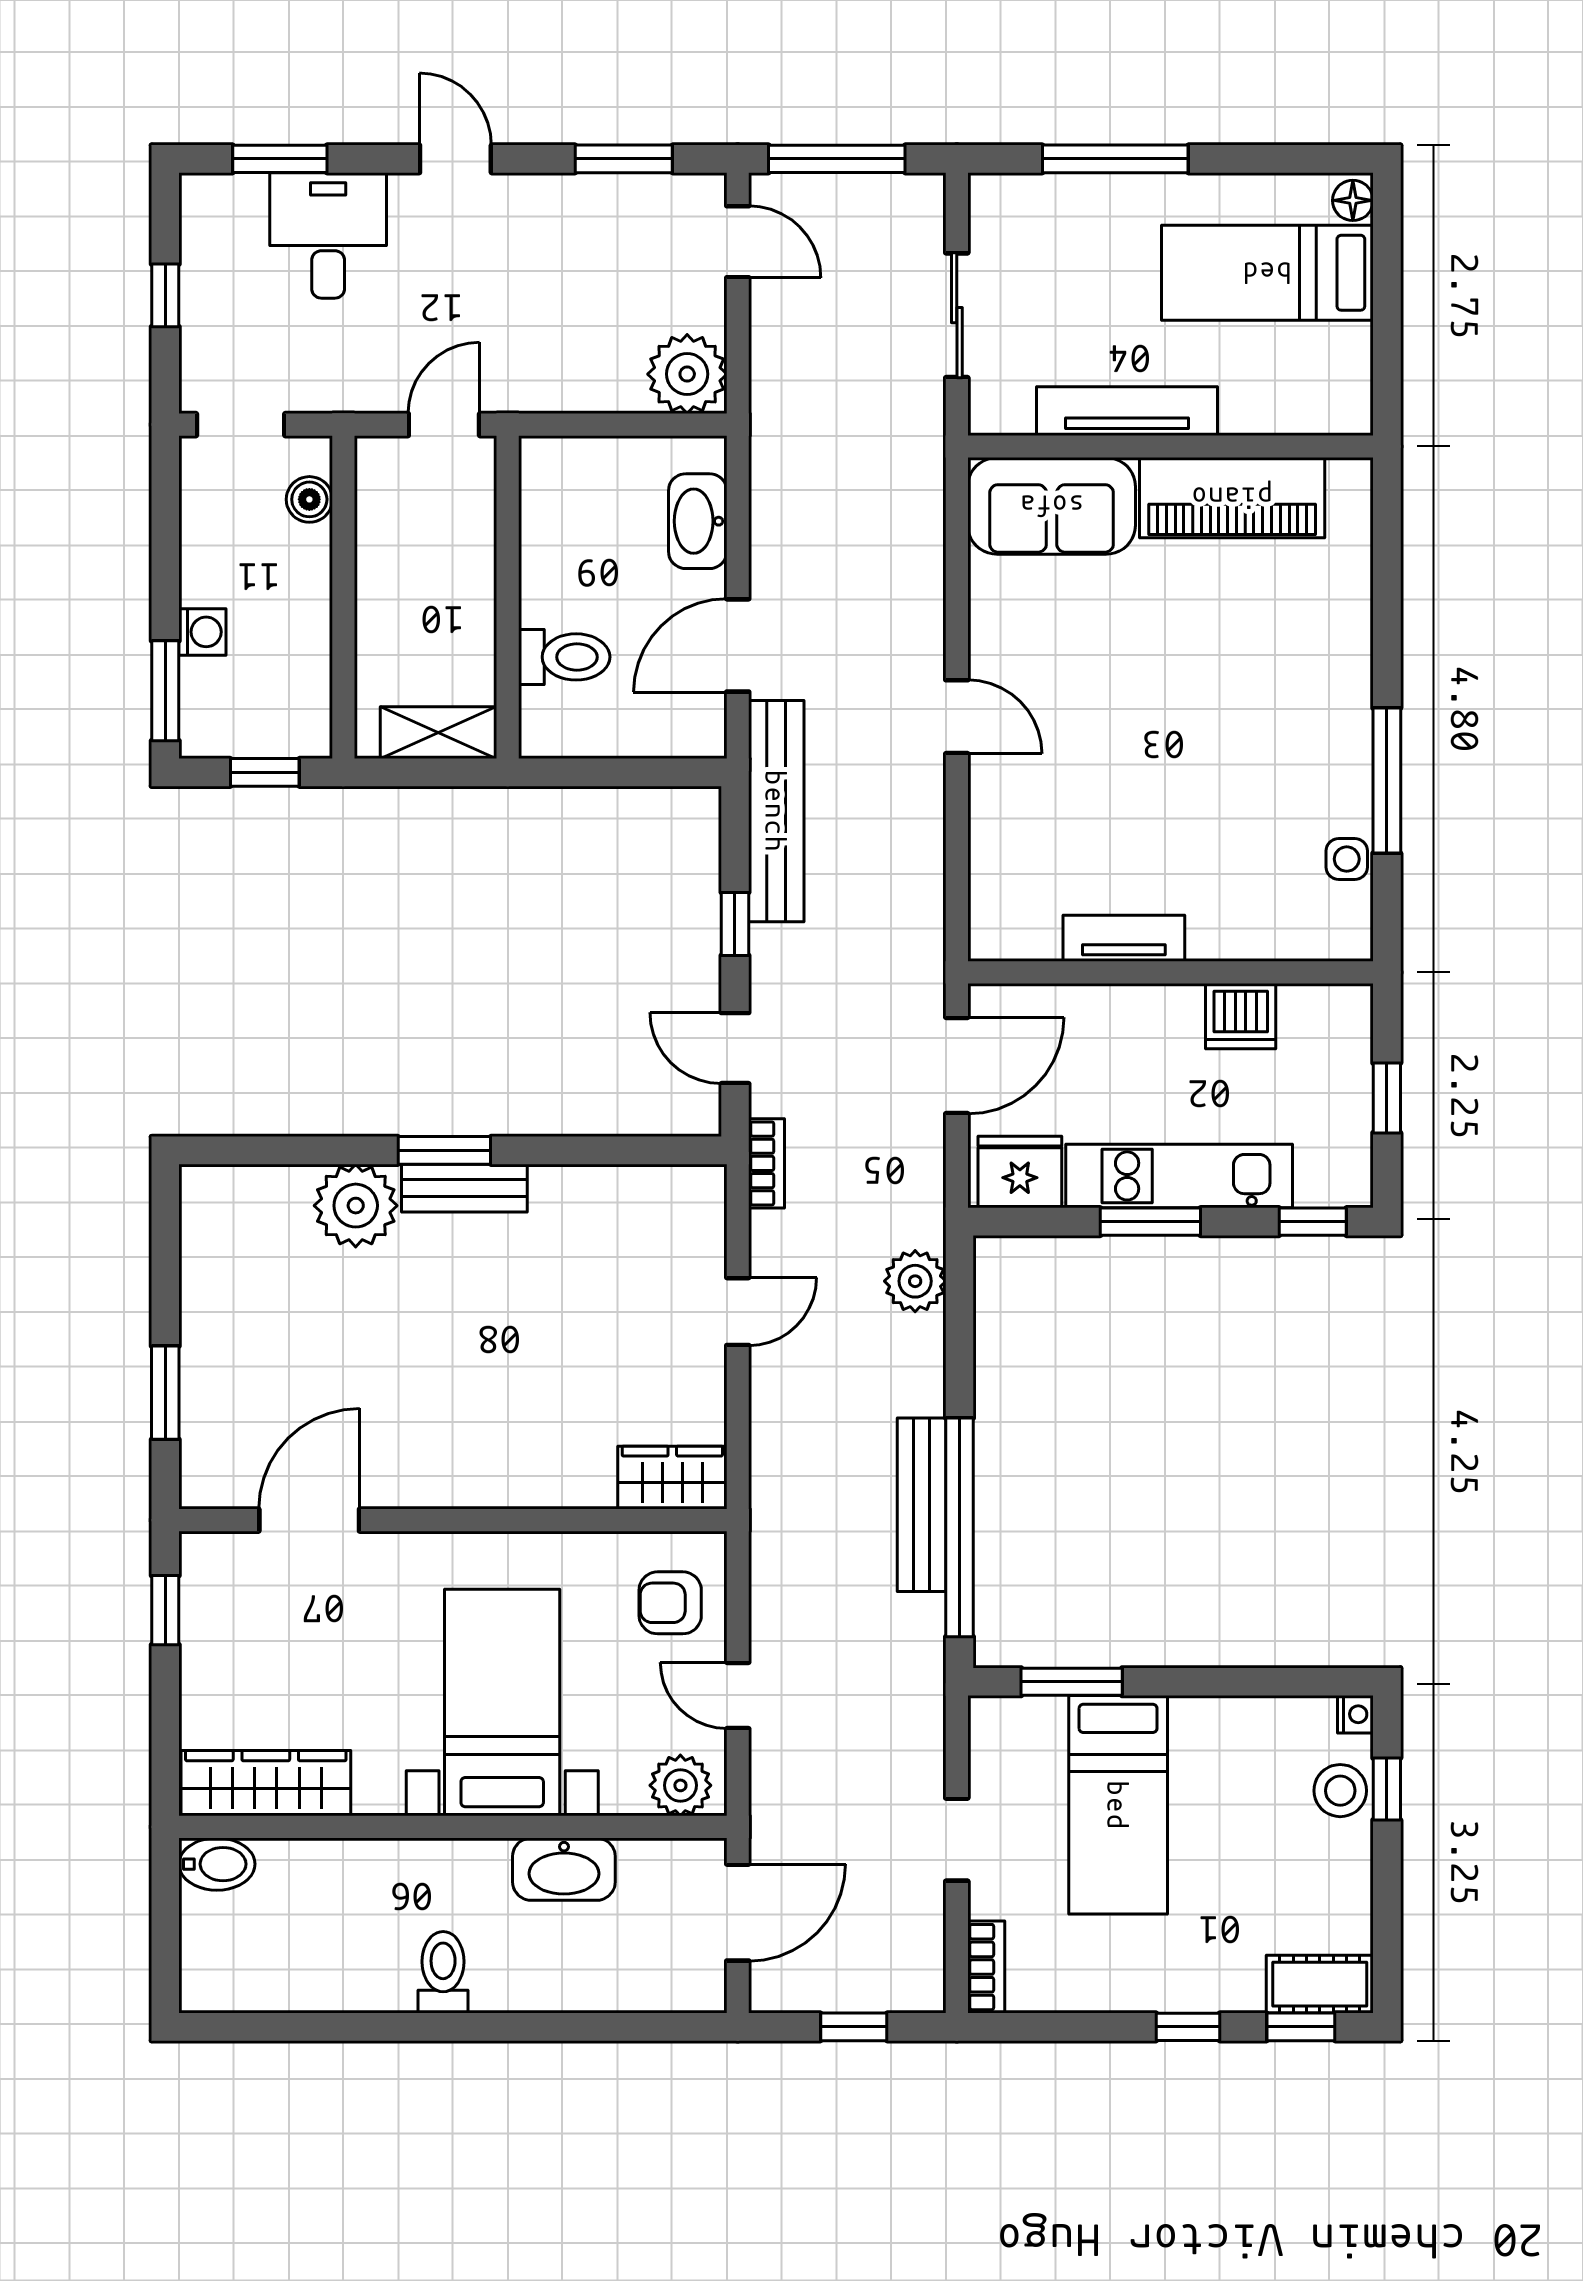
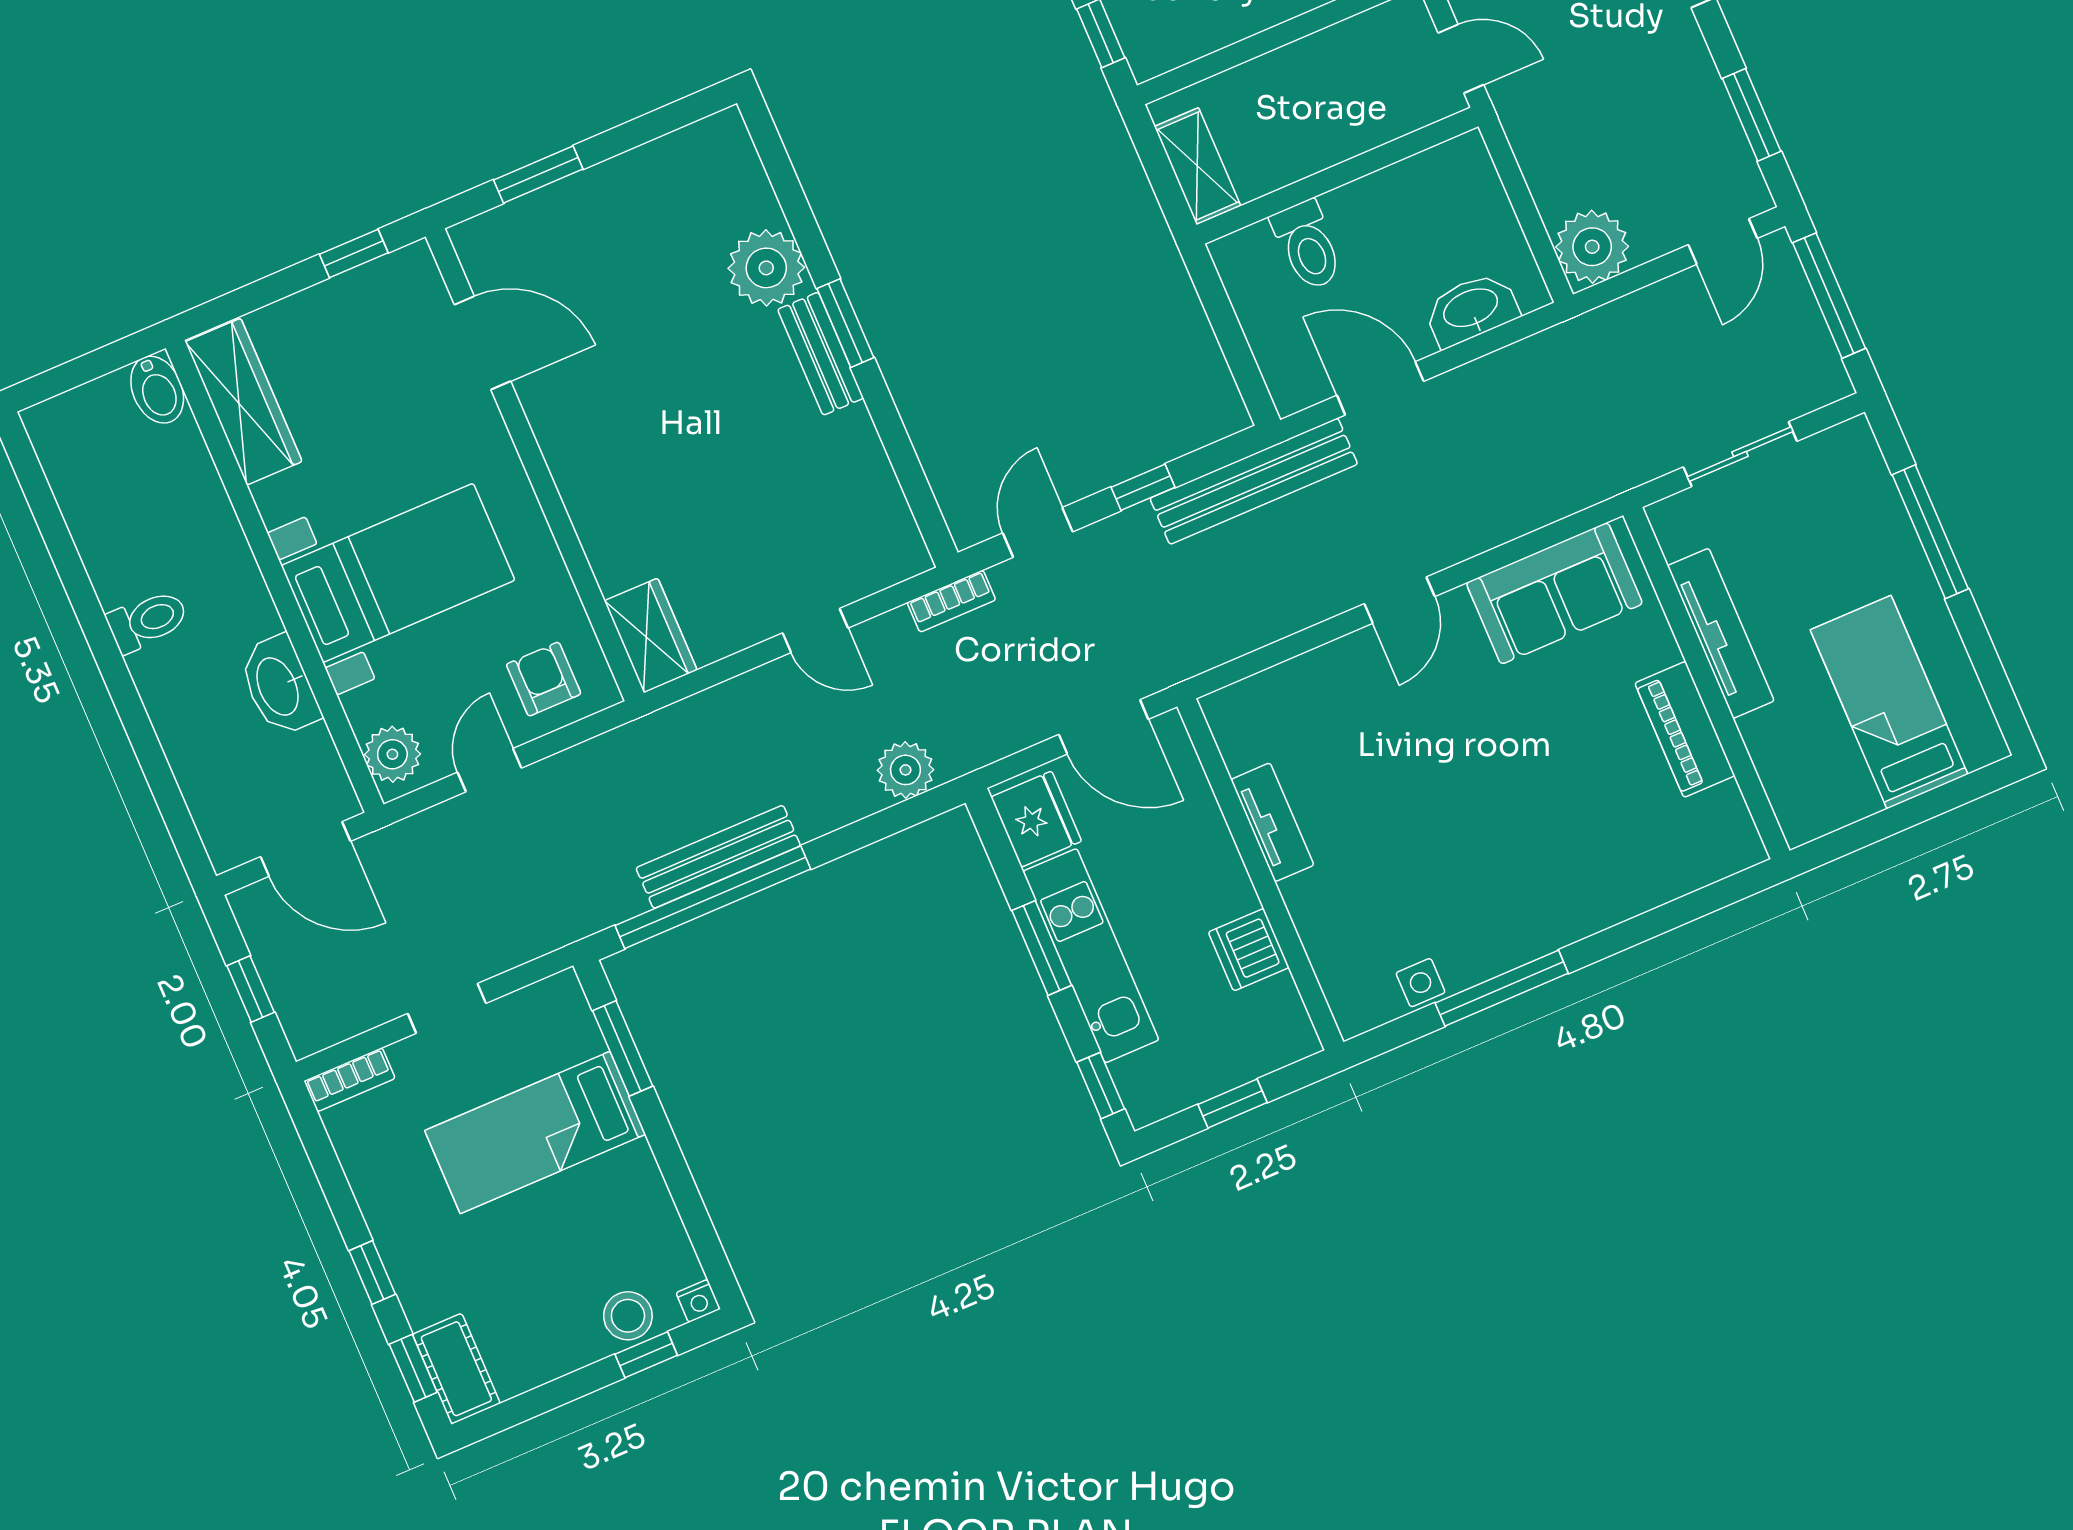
floor lamp: (1353, 200) -> (1981, 748), removed
piano: (1232, 498) -> (1685, 729), width x0.73, depth x0.75
sofa: (1052, 506) -> (1554, 593), moved, turned -90

